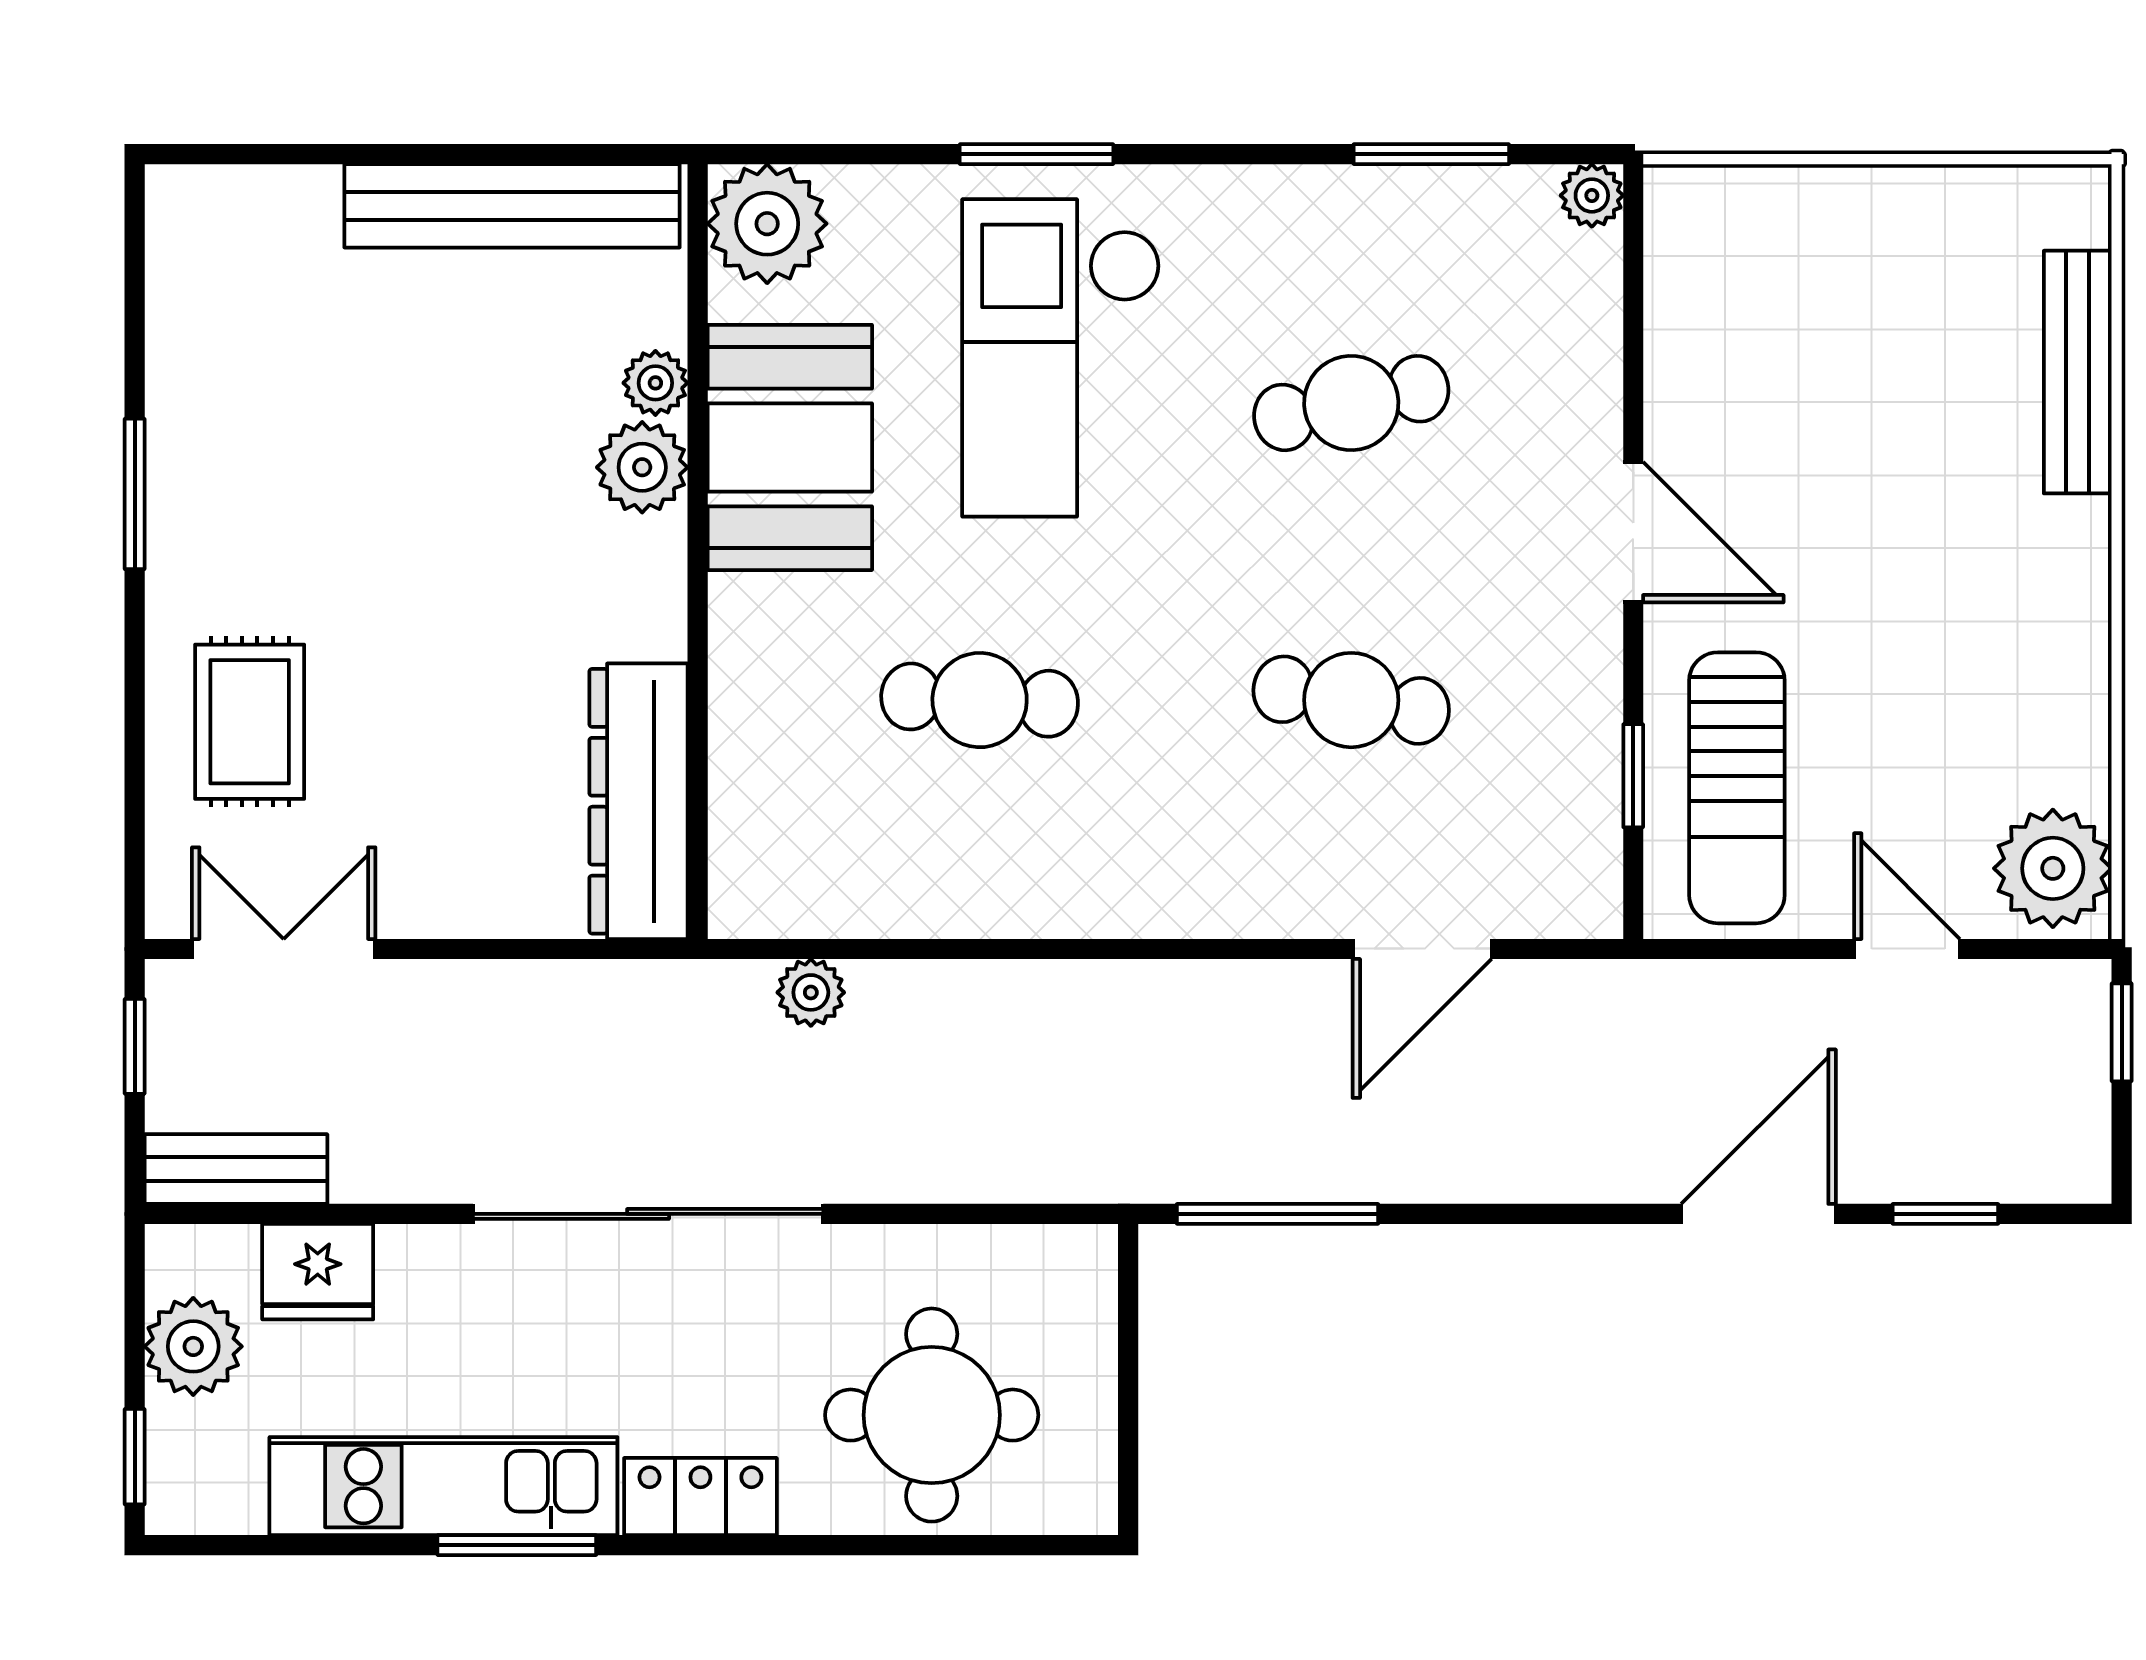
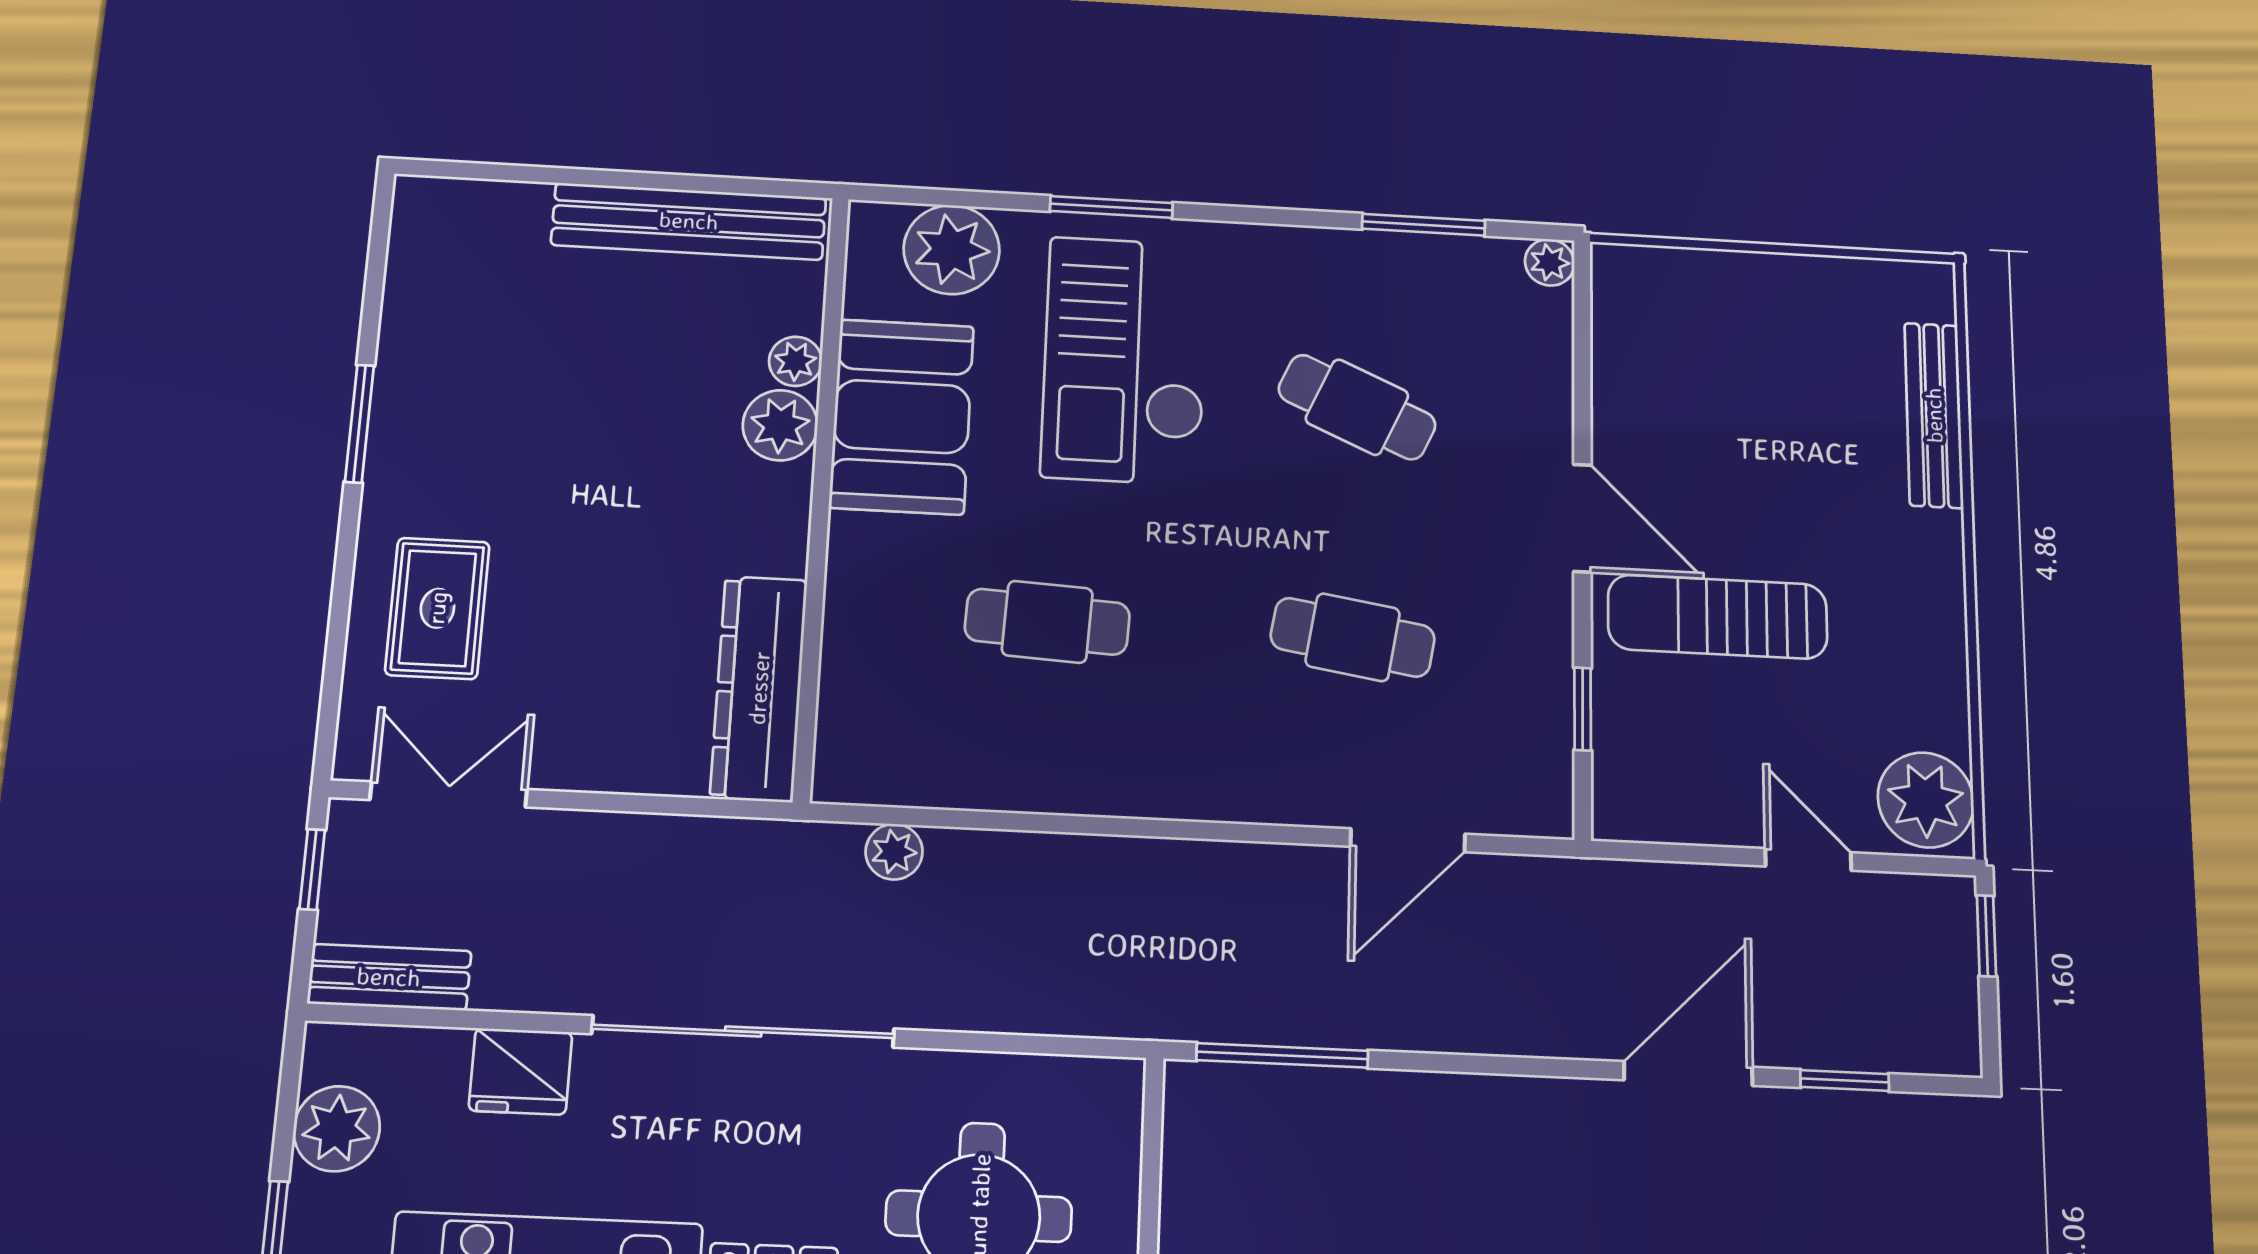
plant: (767, 224) -> (952, 250), moved
cafe table: (1351, 403) -> (1357, 407), turned 36
sun lounger: (1737, 788) -> (1718, 617), moved, turned 90
fridge: (318, 1272) -> (521, 1071), moved

